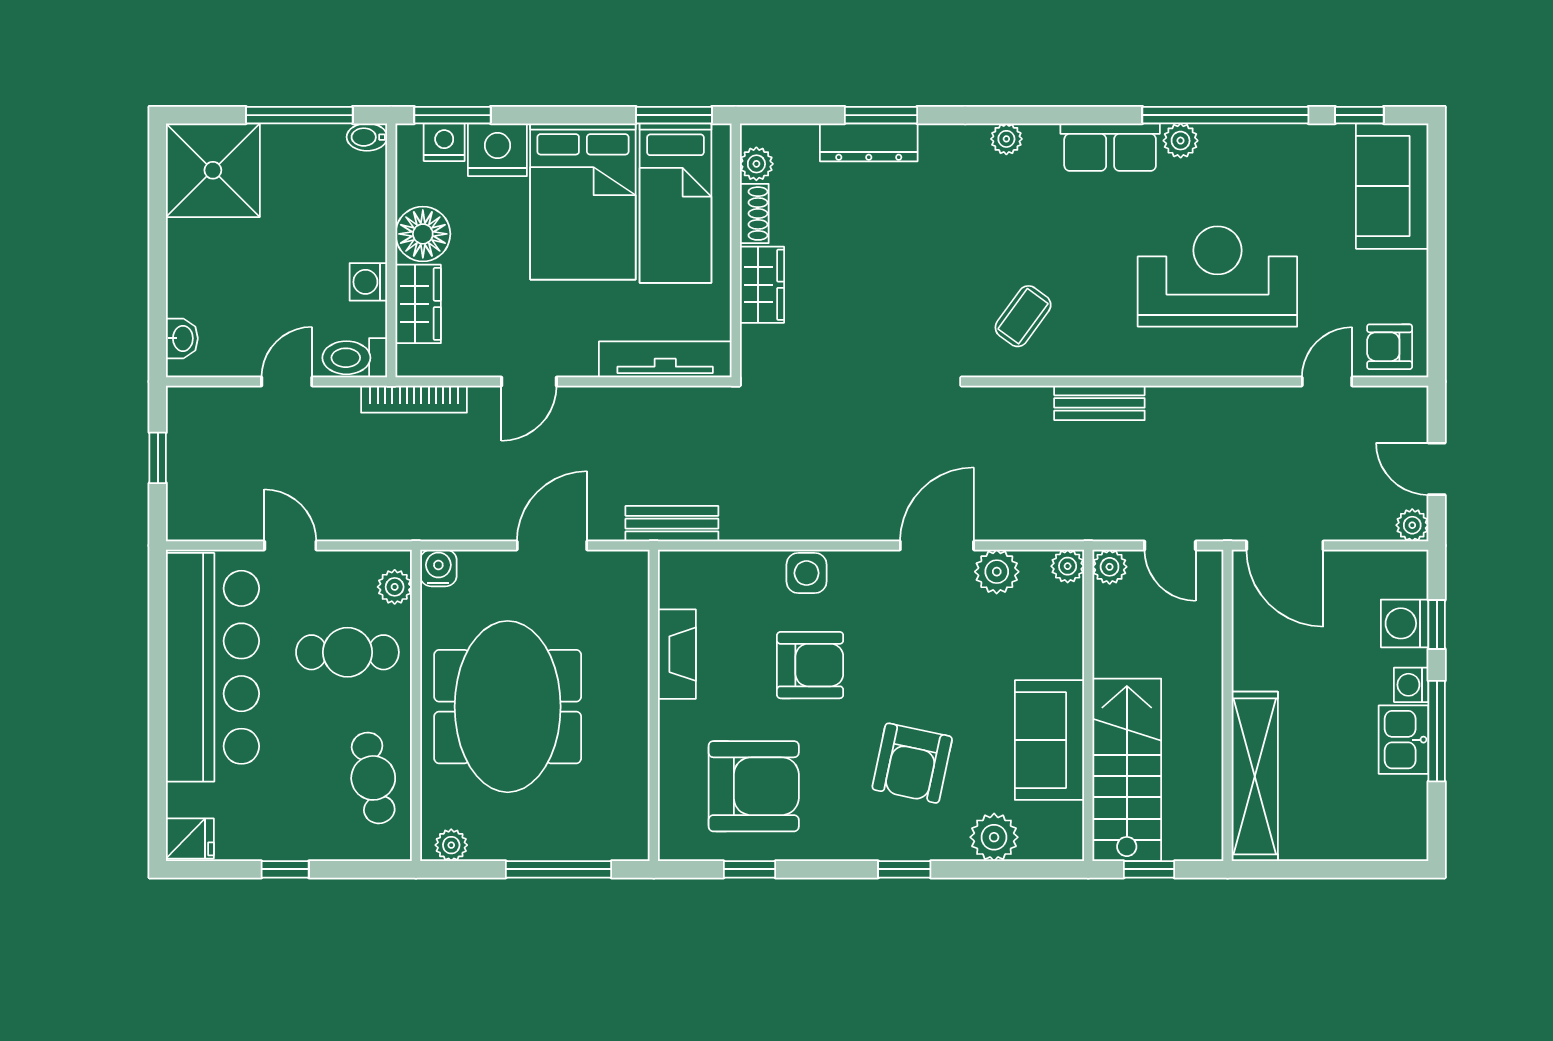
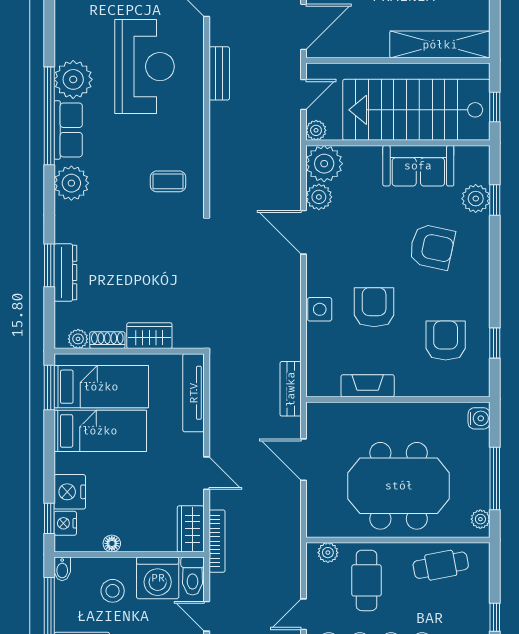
window: (452, 115) -> (49, 518), width x0.67
window: (1225, 115) -> (49, 116), moved
plant: (1006, 139) -> (71, 183), width x1.88, depth x1.88
plant: (1181, 141) -> (73, 79), width x1.88, depth x1.88
bed: (583, 201) -> (100, 431), width x0.67
stool: (330, 222) -> (113, 591), added
floor lamp: (423, 234) -> (112, 543), width x0.53, depth x0.53
reception desk: (1217, 276) -> (145, 67), turned 180
washing machine: (368, 282) -> (158, 578), width x1.89, depth x1.89
wardrobe: (418, 304) -> (191, 529), moved, turned -90
coffee table: (1023, 316) -> (168, 181), turned -36
bench: (1099, 403) -> (219, 73), moved
plant: (1068, 566) -> (324, 164), width x1.87, depth x1.87
water cooler: (438, 568) -> (479, 418), moved, turned 180
stairs: (1127, 770) -> (416, 110), width x1.36, depth x1.51
armchair: (754, 786) -> (446, 341), width x0.73, depth x0.73
window: (559, 869) -> (495, 478), moved
window: (904, 869) -> (495, 200), moved

